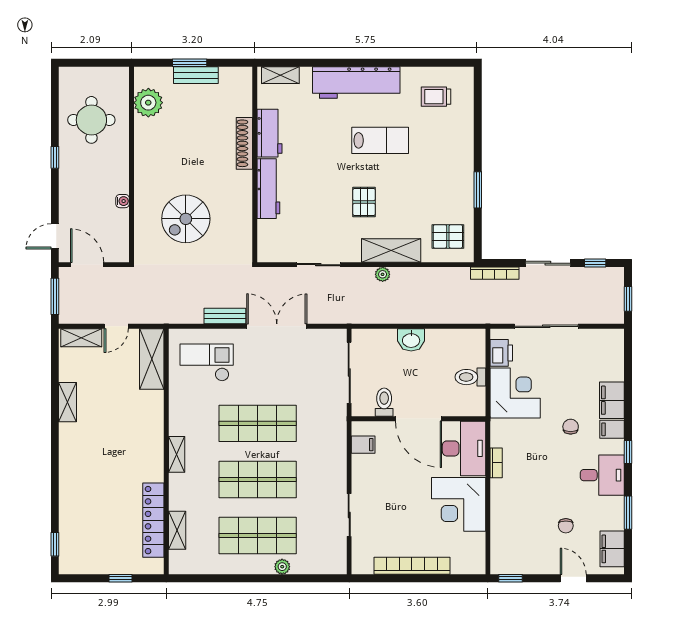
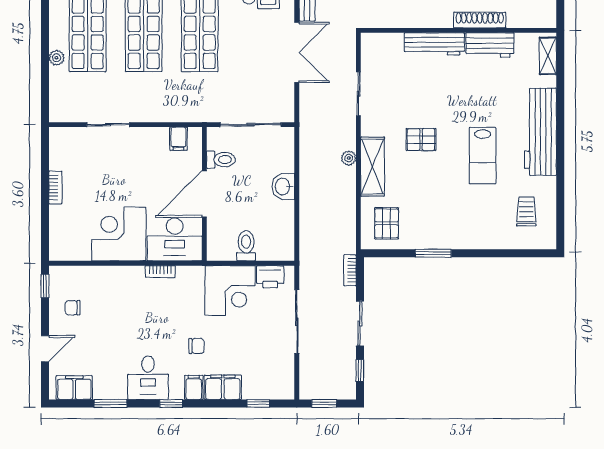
bookcase: (495, 273) -> (350, 270), width x0.64
window: (628, 365) -> (258, 403), added
chair: (566, 526) -> (73, 308), moved
bookcase: (412, 566) -> (55, 187), width x0.43, depth x0.76

